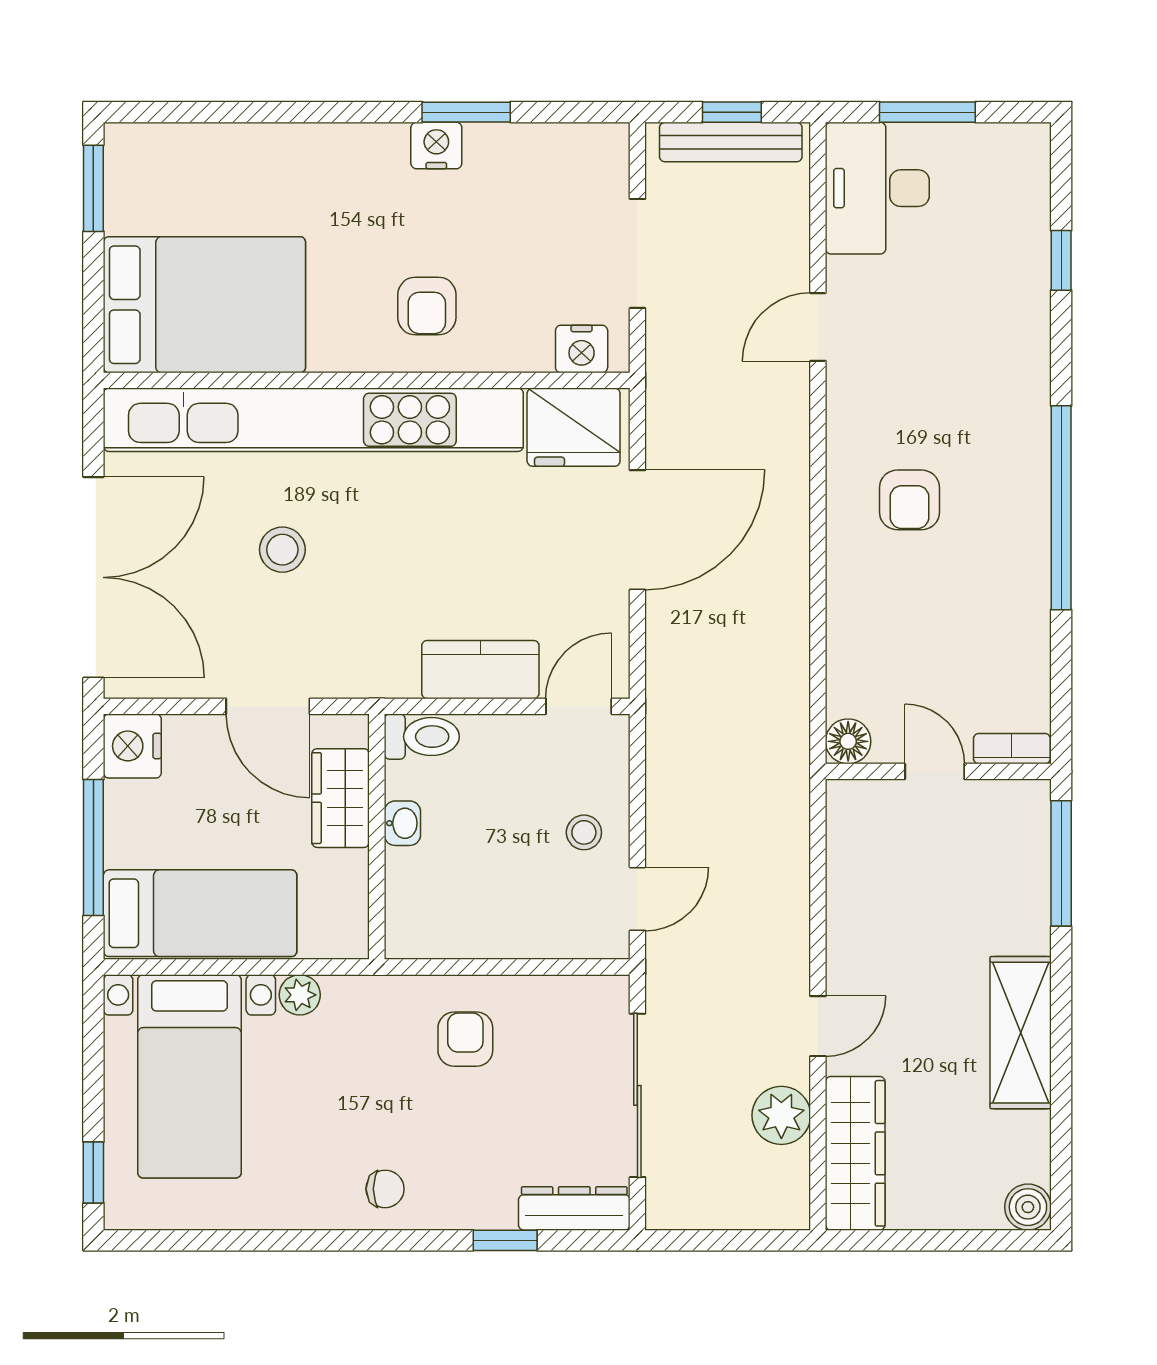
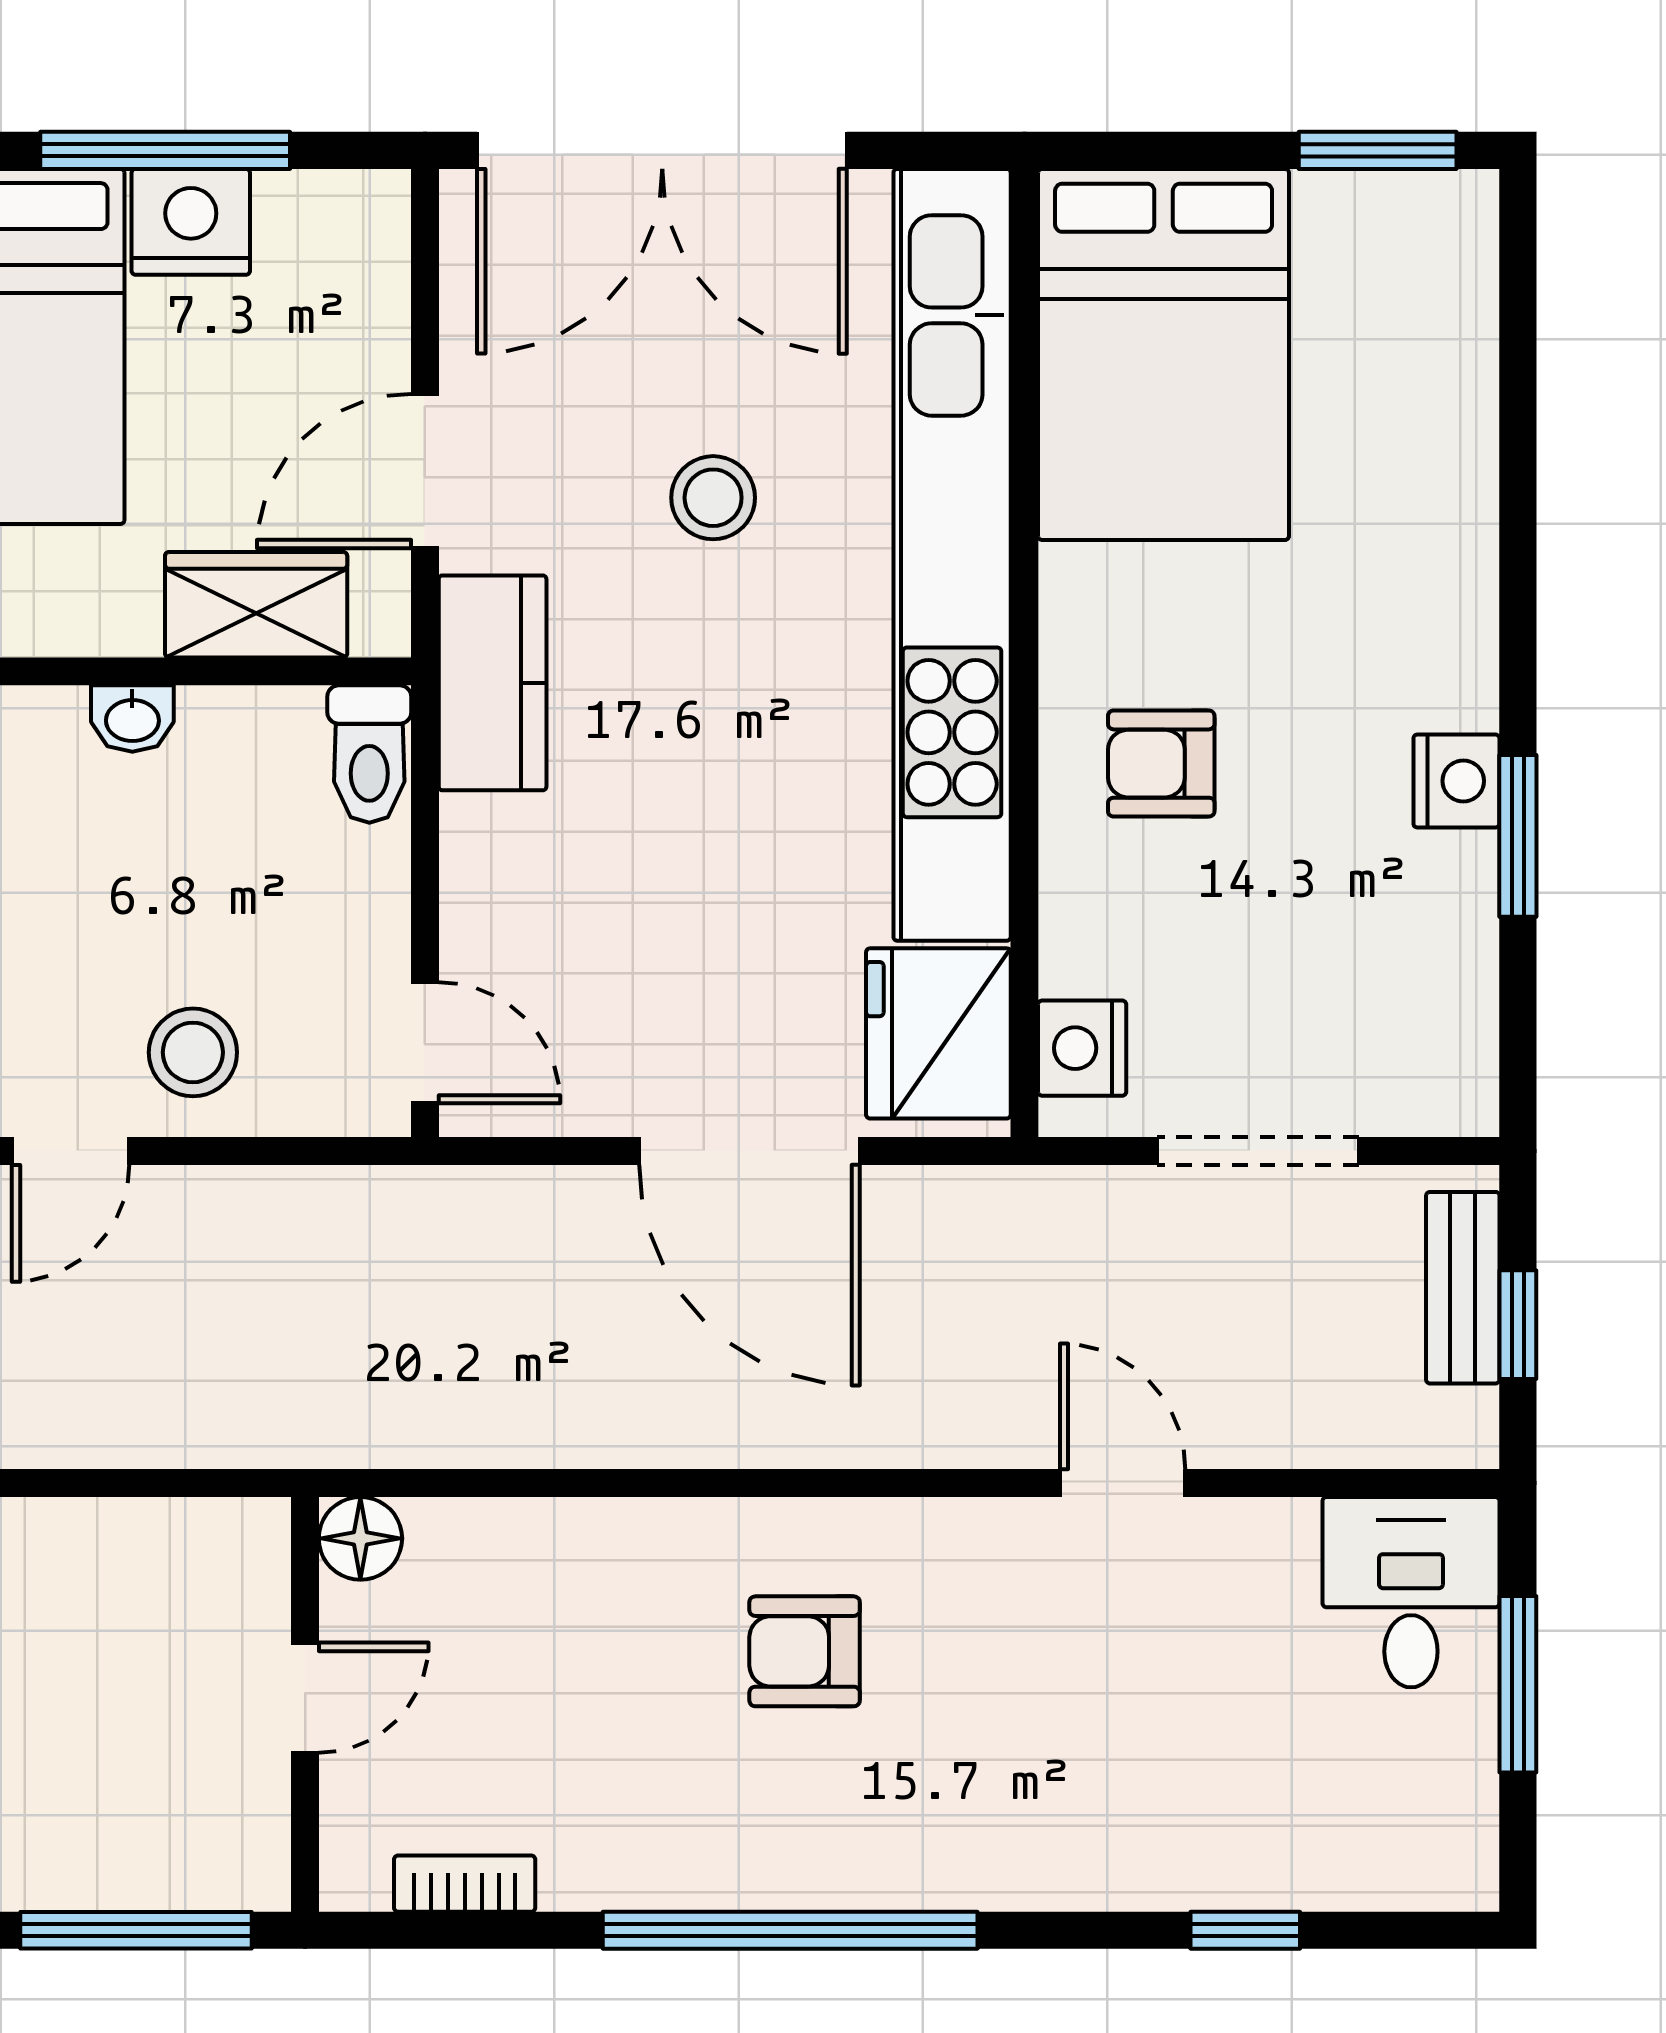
bench: (731, 142) -> (1463, 1288), width x0.73
desk: (877, 188) -> (1411, 1592), width x0.73
kitchen counter: (480, 670) -> (493, 683), moved
nightstand: (132, 746) -> (191, 222), moved
bookcase: (1012, 749) -> (465, 1884), moved, turned -90
washbasin: (402, 823) -> (132, 719), moved
stool: (584, 832) -> (193, 1052), width x1.37, depth x1.37
door: (637, 899) -> (71, 1151), hinge flipped

